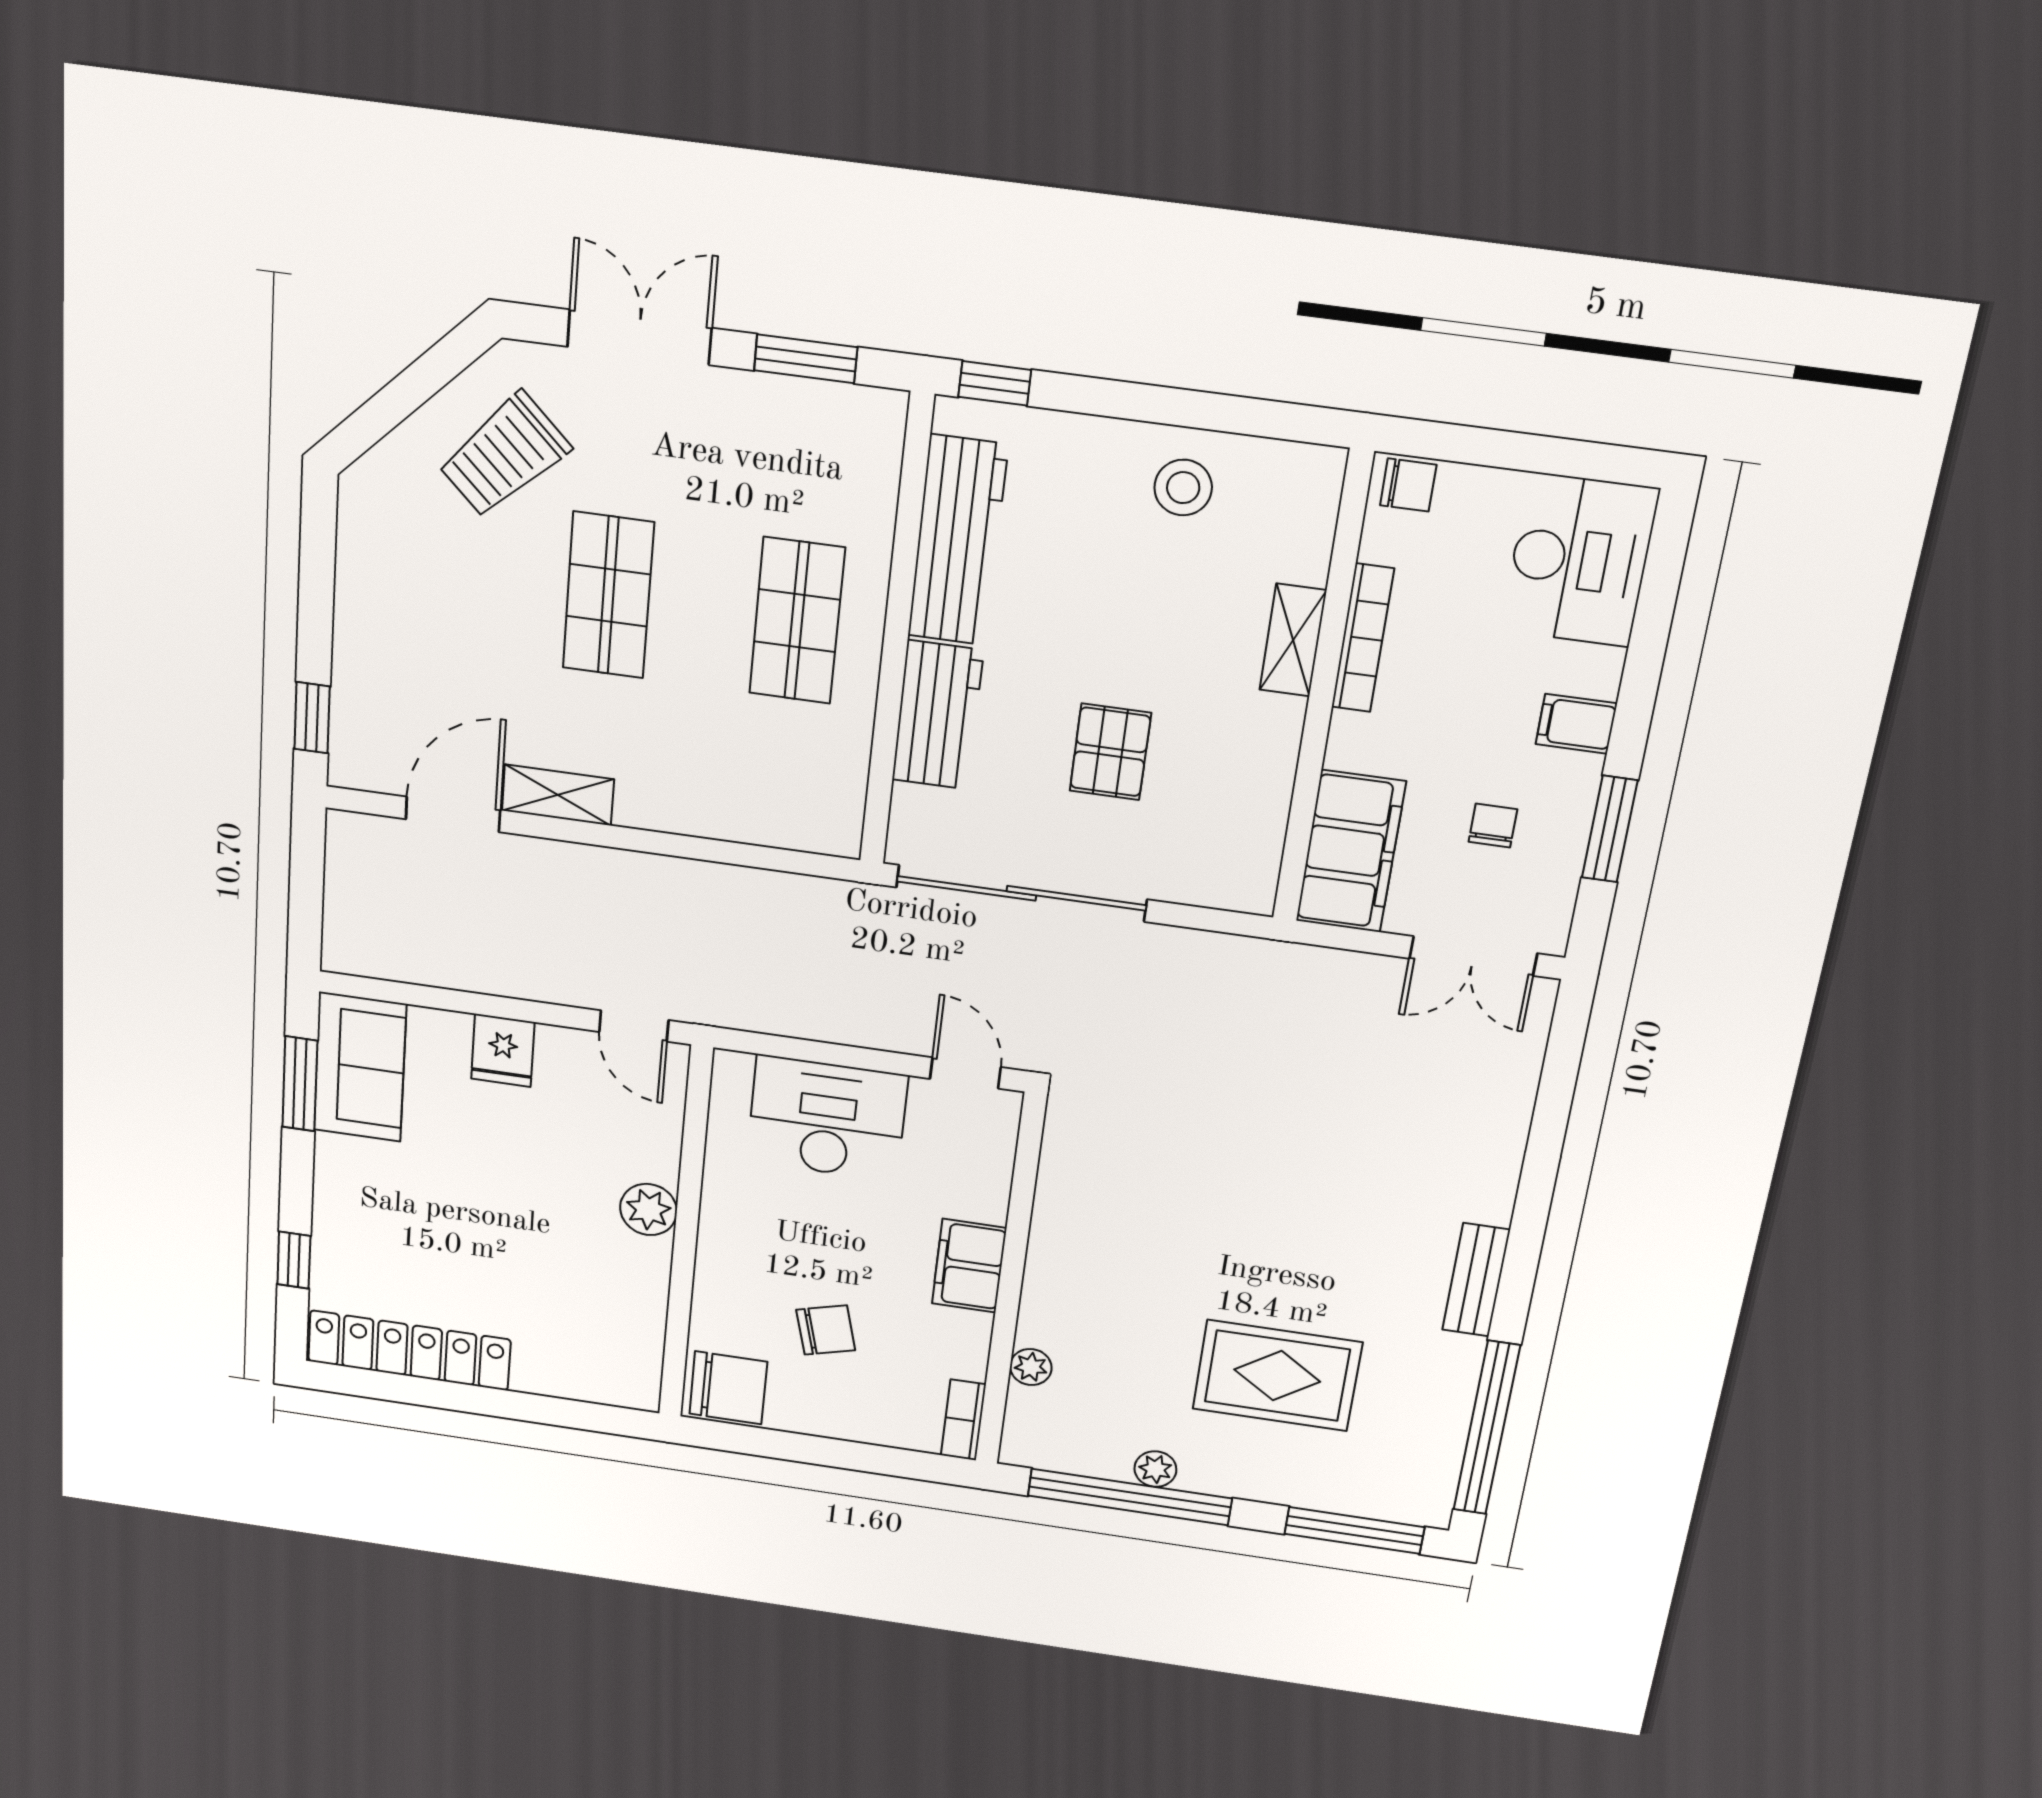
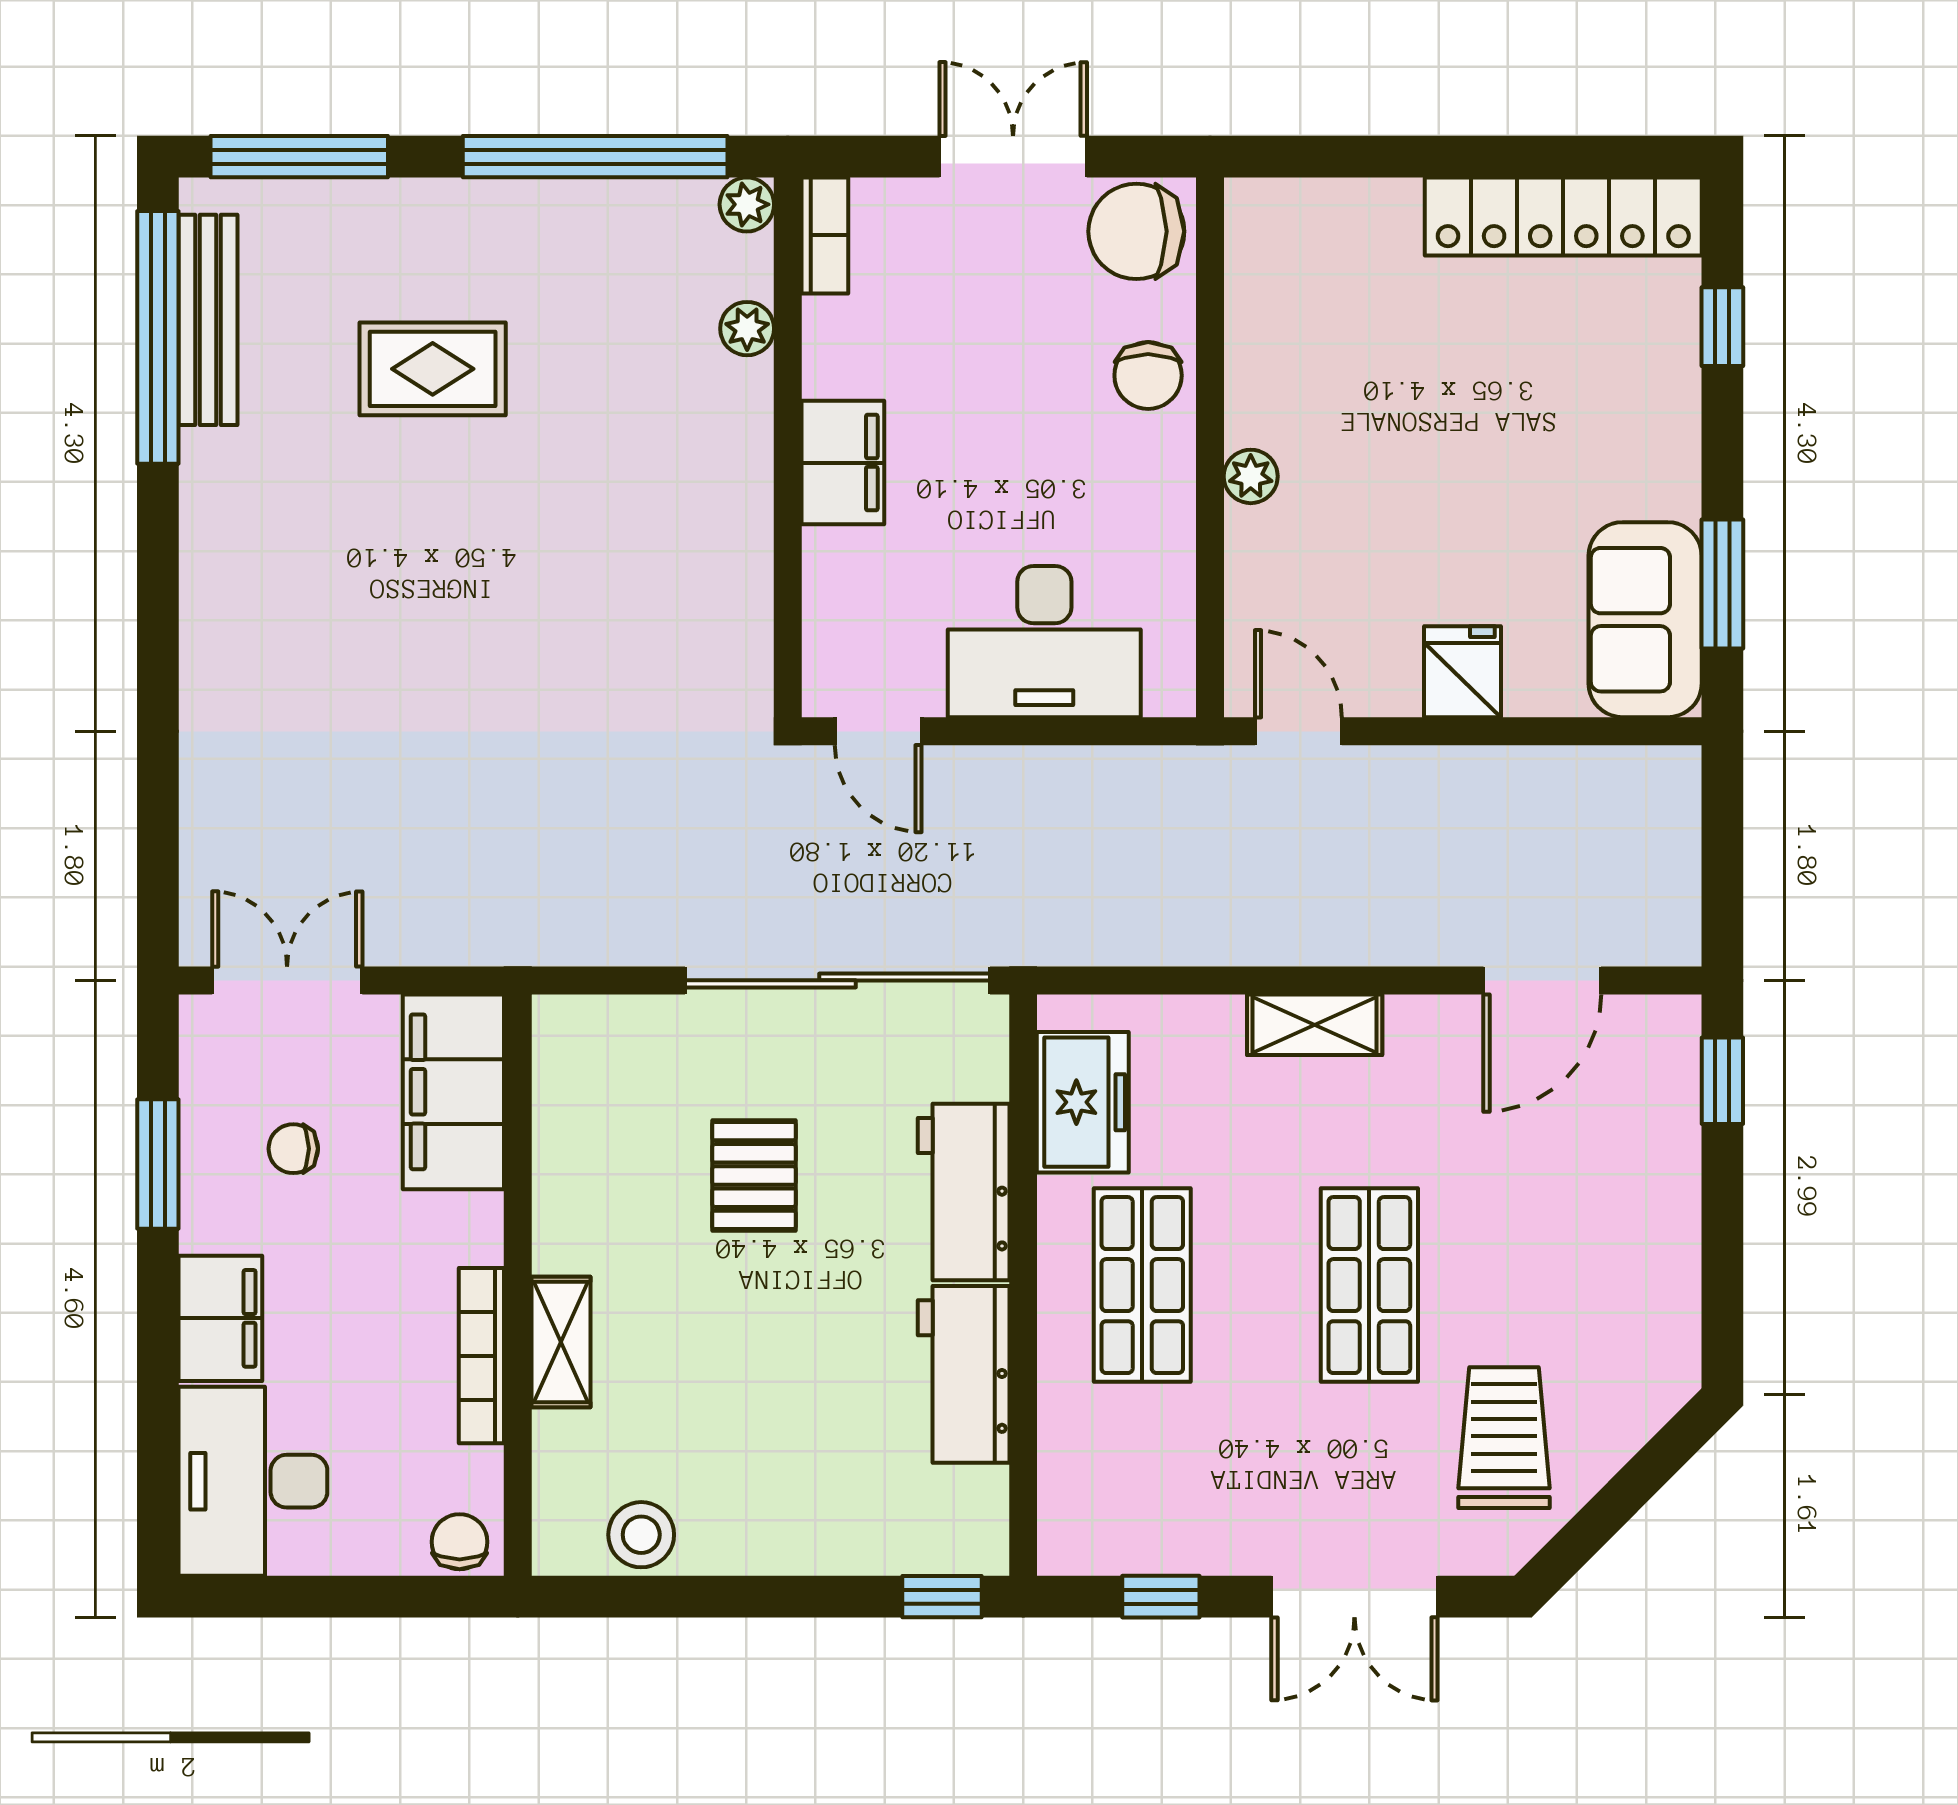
window: (806, 359) -> (1161, 1597), width x0.67
trolley: (504, 455) -> (1504, 1438), turned -44
chair: (1408, 485) -> (460, 1542), turned 90
stool: (1183, 488) -> (641, 1535), moved
workbench: (958, 541) -> (964, 1374), width x0.73
filing cabinet: (1576, 724) -> (220, 1318), width x2.00
freezer: (832, 772) -> (1083, 1102), added
shelving: (558, 795) -> (1315, 1025), moved
chair: (1493, 826) -> (293, 1149), turned 90
plant: (649, 1210) -> (1251, 476), width x0.73, depth x0.73
bench: (1476, 1280) -> (208, 320), moved, width x1.36
chair: (826, 1330) -> (1148, 375), moved, turned -75
rug: (1277, 1376) -> (433, 369), width x0.73, depth x0.70
double door: (816, 1450) -> (1013, 157), added
plant: (1155, 1469) -> (747, 204), moved

